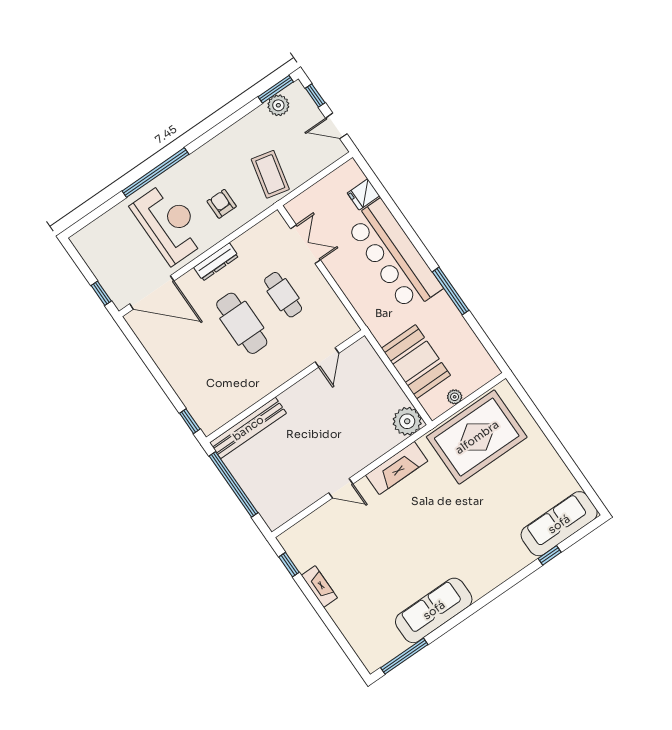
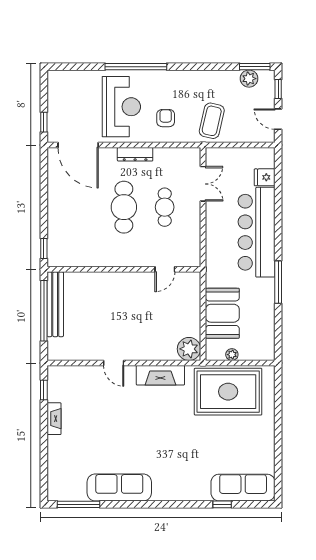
bench: (248, 428) -> (55, 304), moved, turned 90

